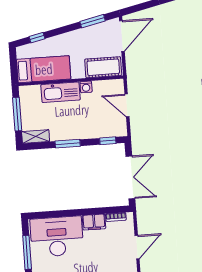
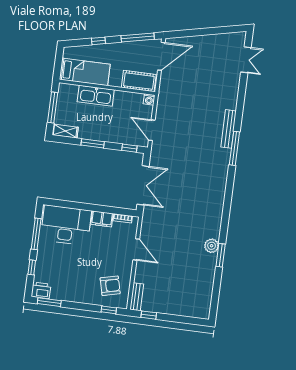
window: (93, 21) -> (138, 38), width x1.44
window: (37, 38) -> (98, 41), moved
washing machine: (86, 87) -> (149, 99), moved
door: (127, 105) -> (152, 130), moved
door: (137, 247) -> (136, 249), hinge flipped

